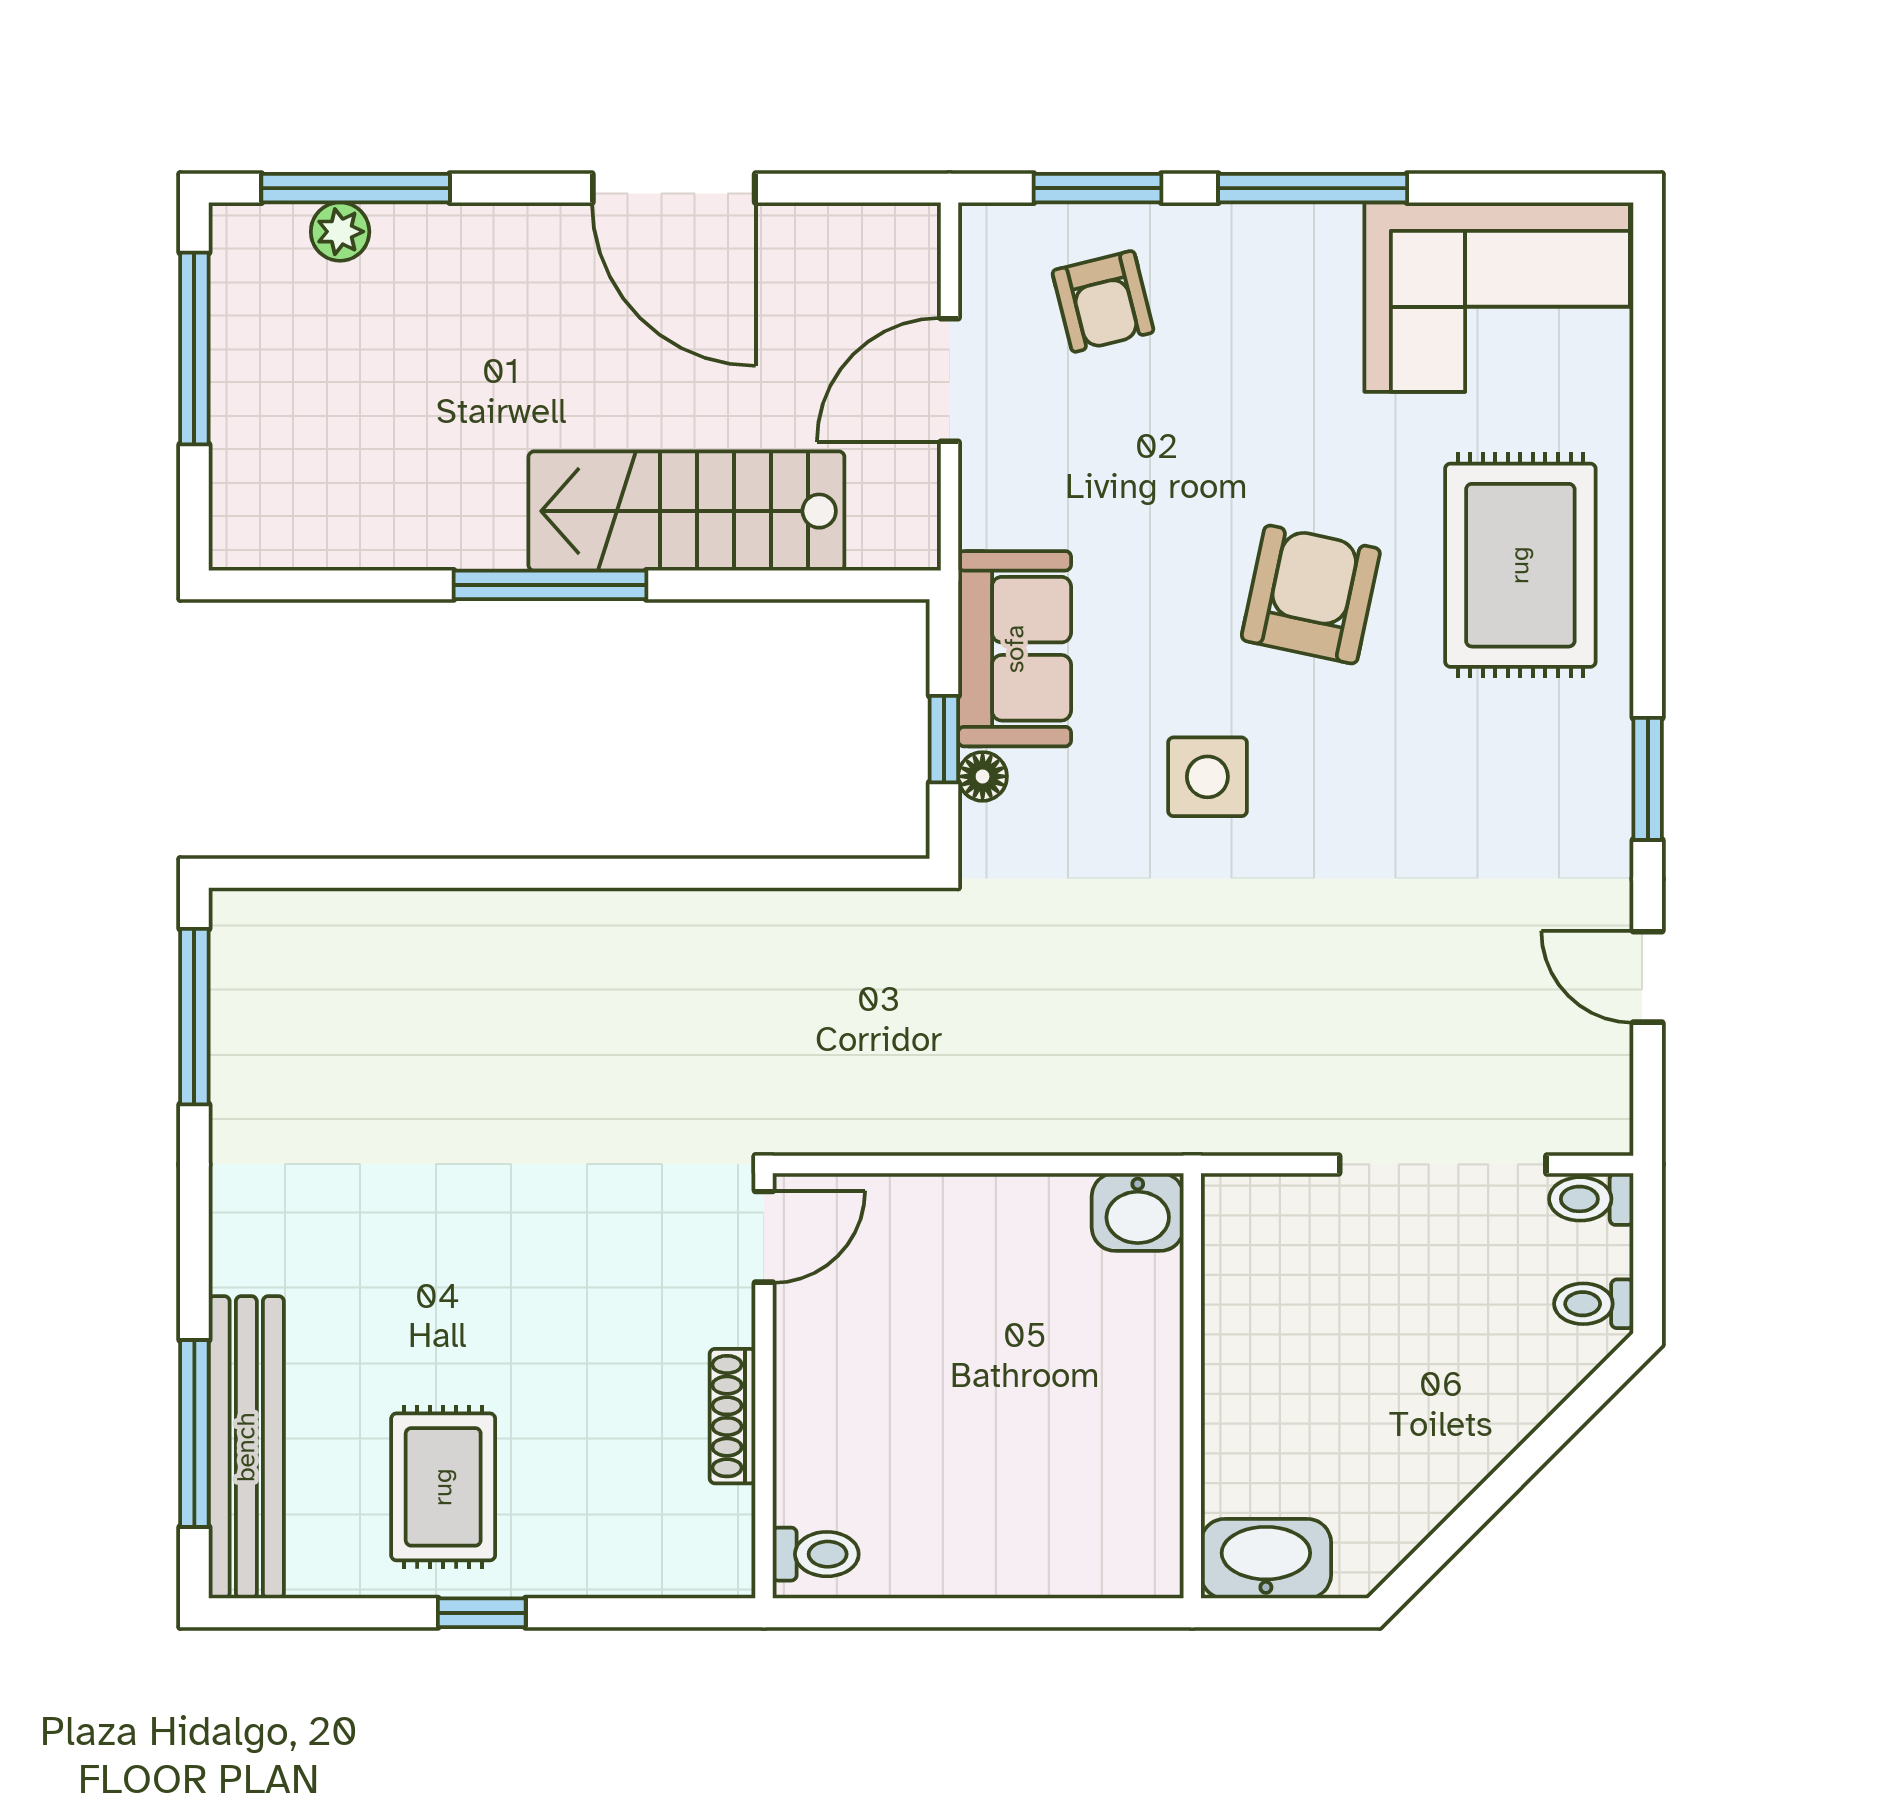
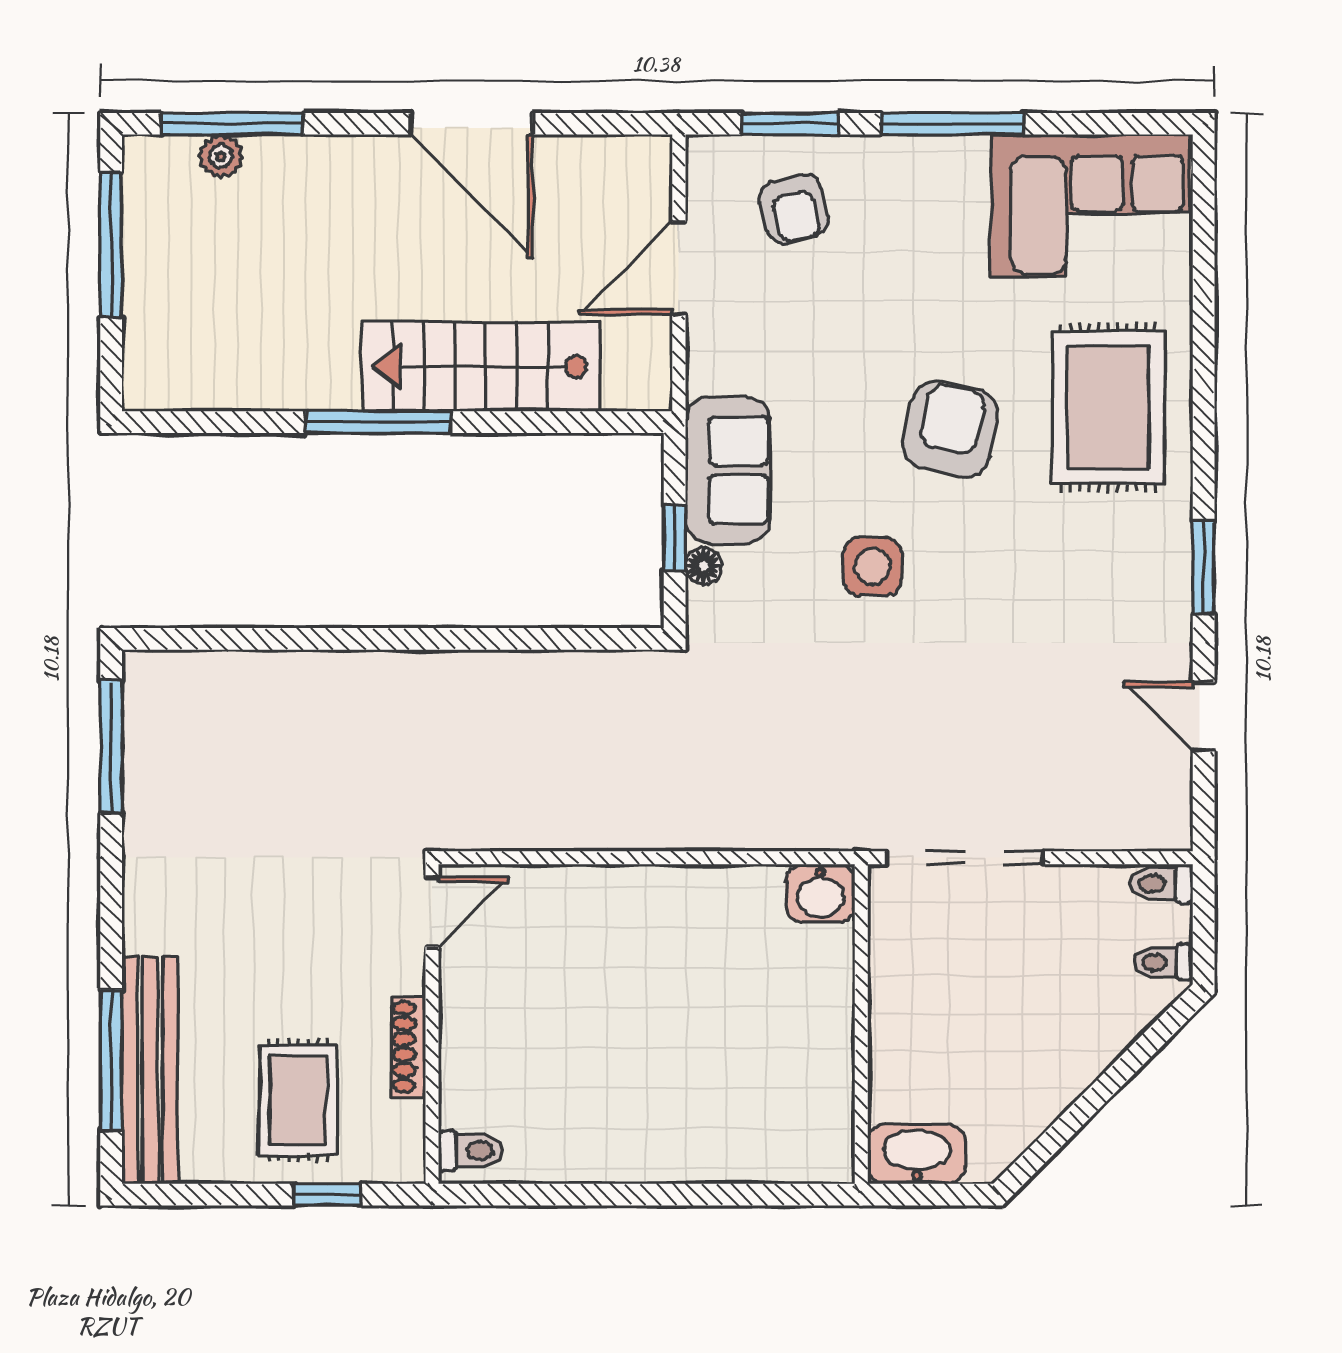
doorway: (1443, 1164) -> (965, 858), moved
door: (764, 1237) -> (432, 912), moved
wall: (764, 1386) -> (432, 1024), moved
shoe rack: (733, 1416) -> (408, 1047), moved
toilet: (816, 1554) -> (471, 1151), moved

